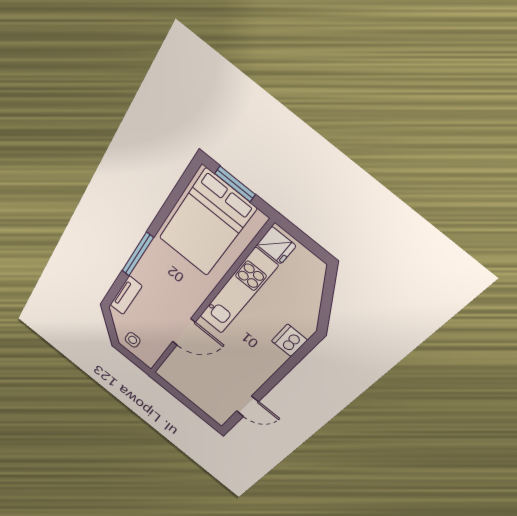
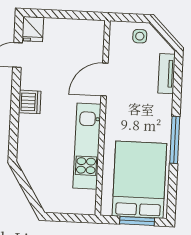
fridge: (276, 245) -> (33, 29), moved, turned -90
window: (138, 254) -> (175, 140), moved
dishwasher: (289, 341) -> (30, 102), moved

